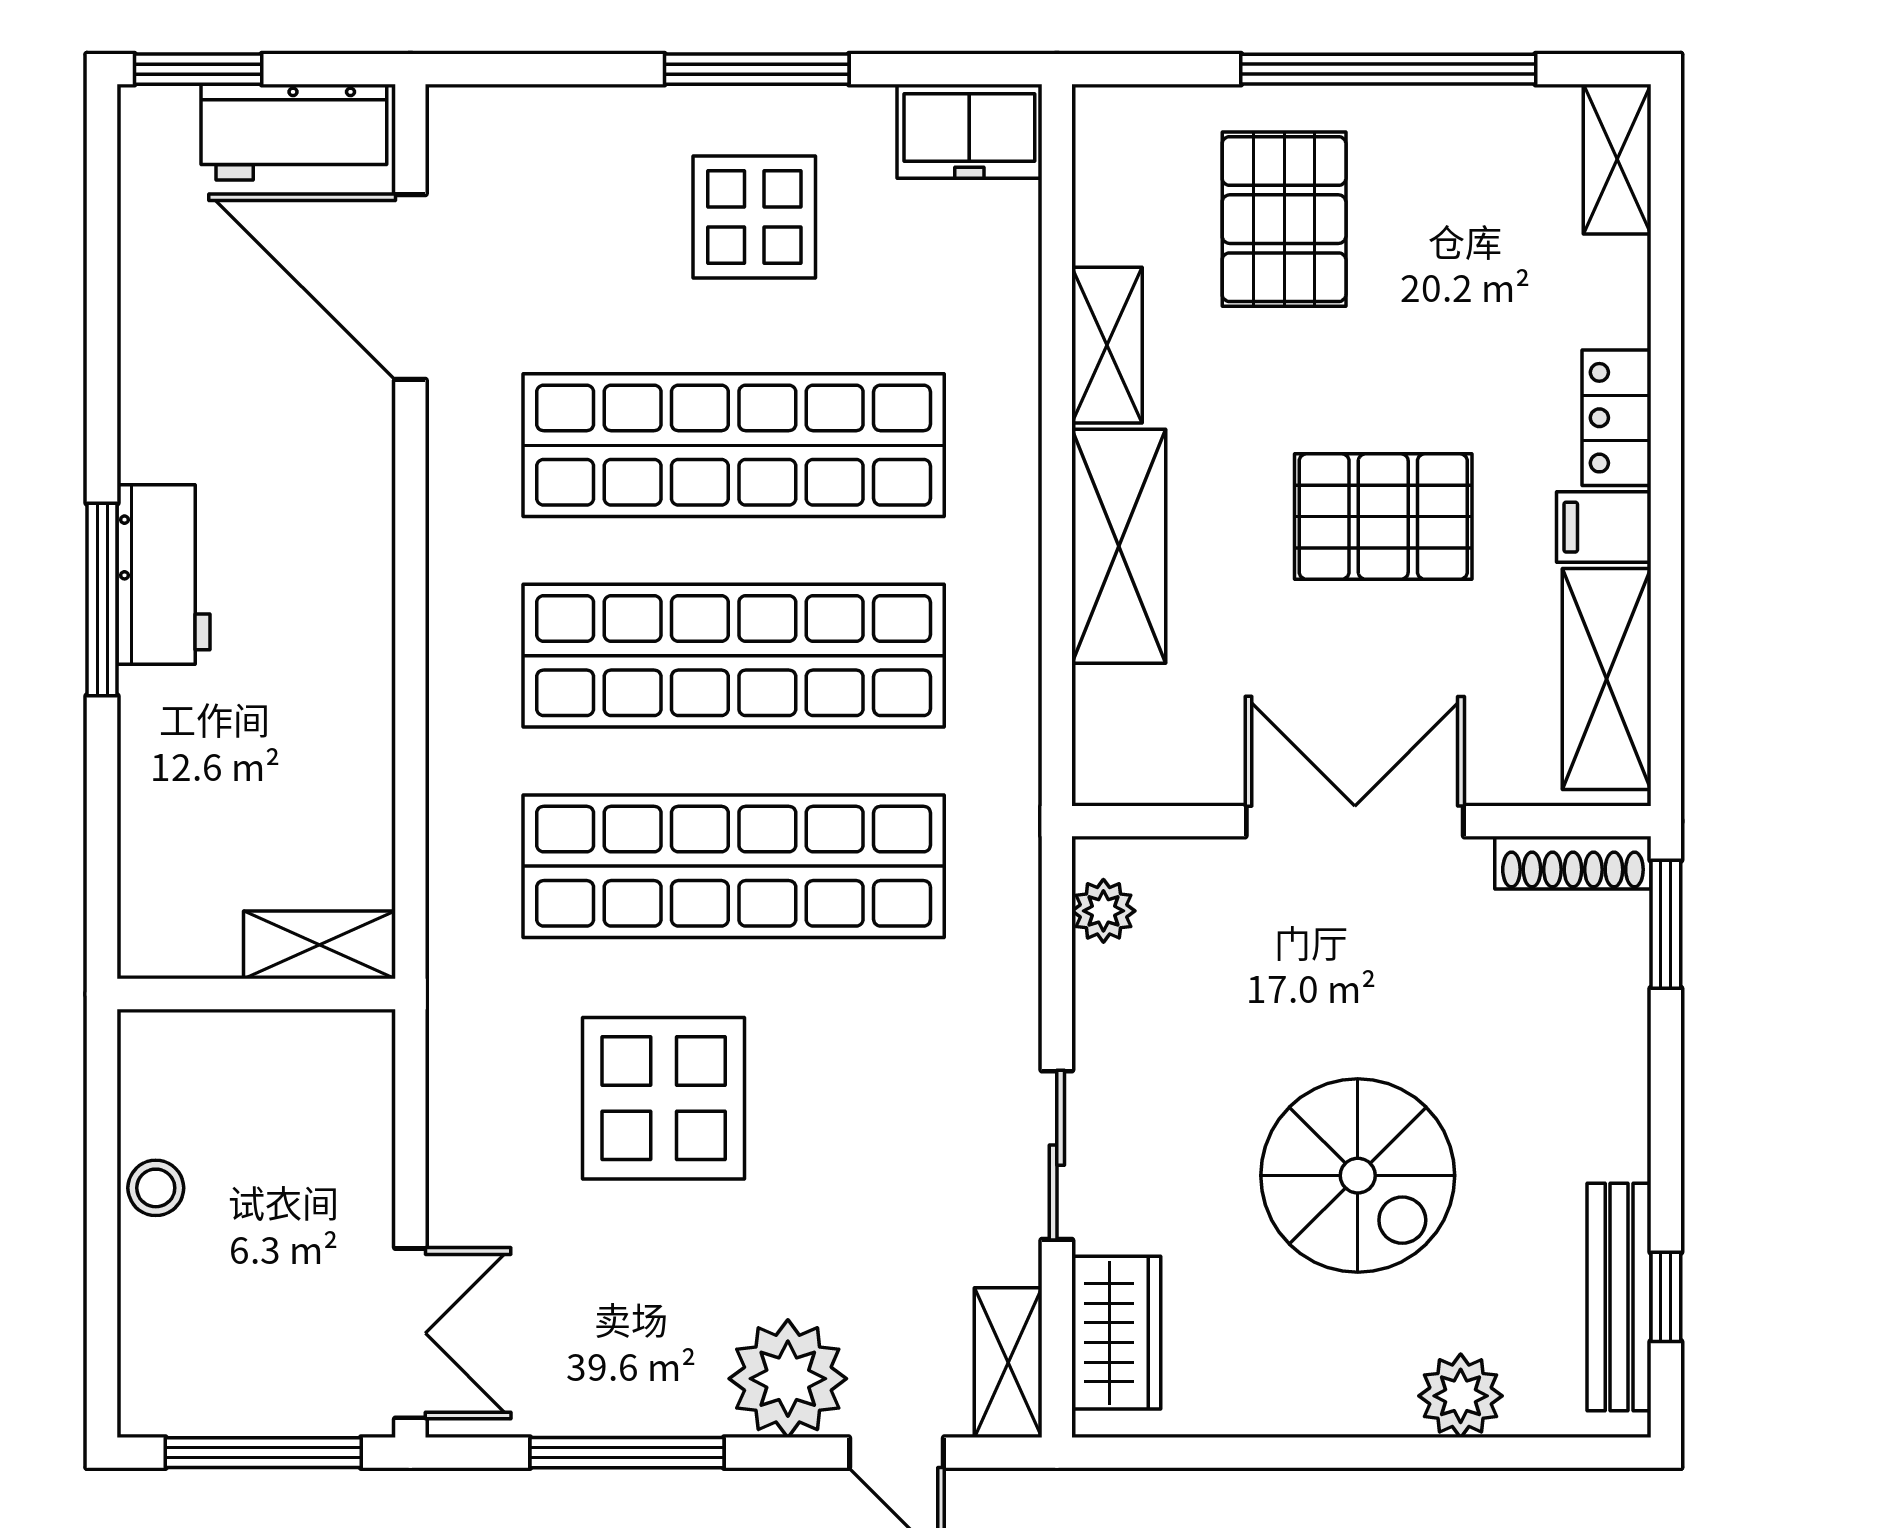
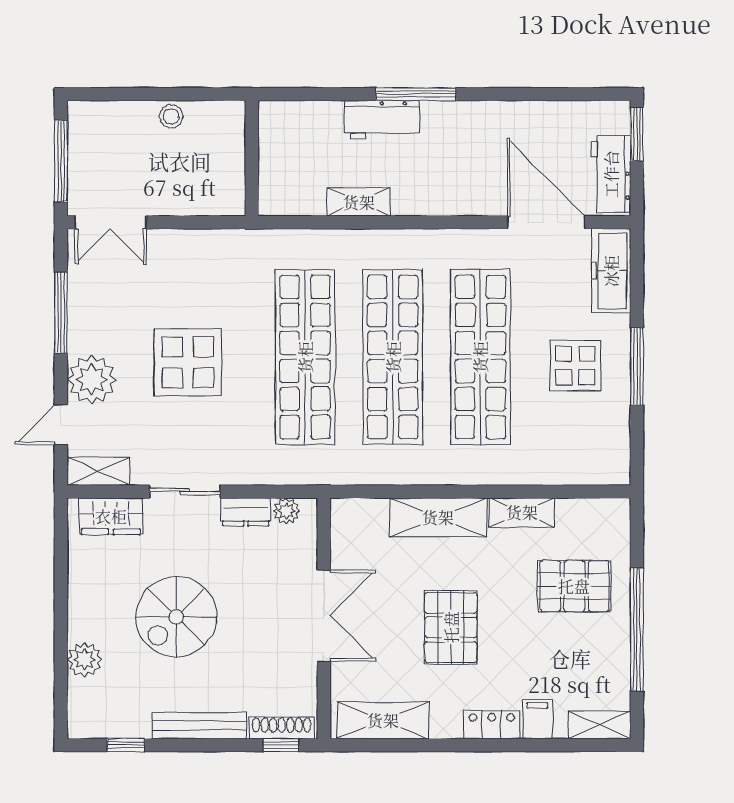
freezer: (969, 131) -> (611, 271), moved, width x1.40
door: (410, 287) -> (546, 222), hinge flipped
filing cabinet: (1604, 527) -> (537, 719), moved
workbench: (163, 574) -> (382, 120), moved
shoe rack: (1573, 863) -> (282, 728), moved, turned 90
window: (1666, 924) -> (281, 745), width x0.67
shelving: (319, 945) -> (359, 202), moved, turned 90
dresser: (1106, 1008) -> (246, 512), added
display table: (664, 1098) -> (188, 362), moved
bench: (1619, 1297) -> (199, 726), moved

